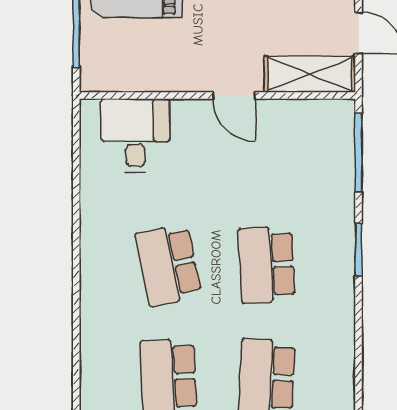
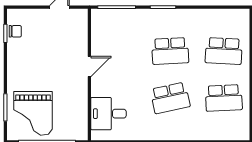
shelving: (310, 74) -> (79, 30), removed

